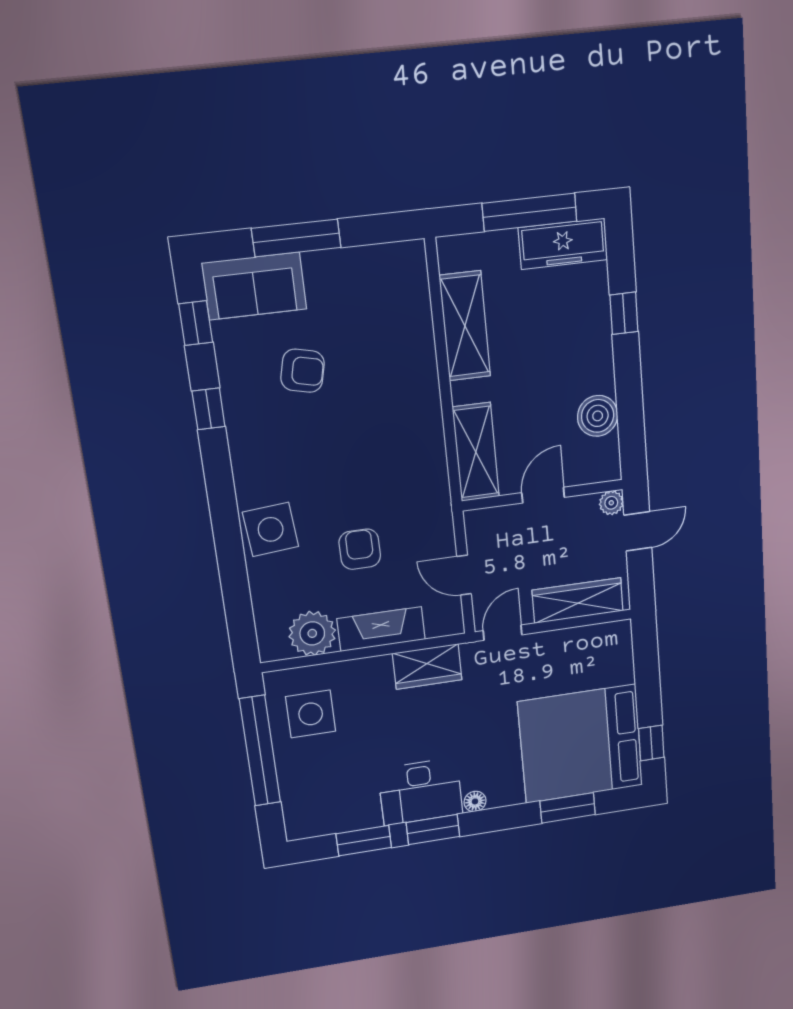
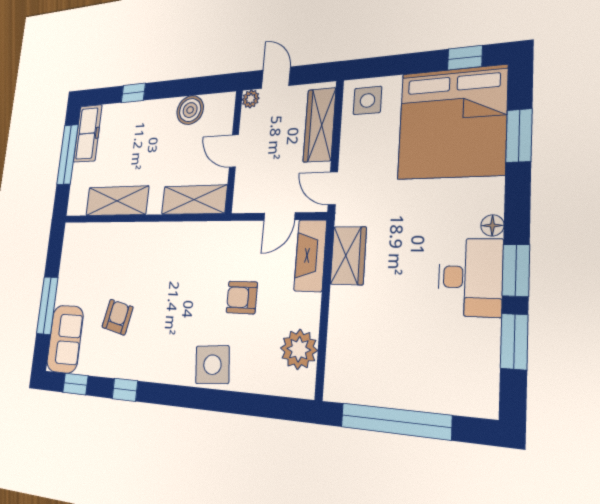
fireplace: (381, 629) -> (310, 255), moved
side table: (311, 714) -> (367, 100), moved, width x0.73, depth x0.73

